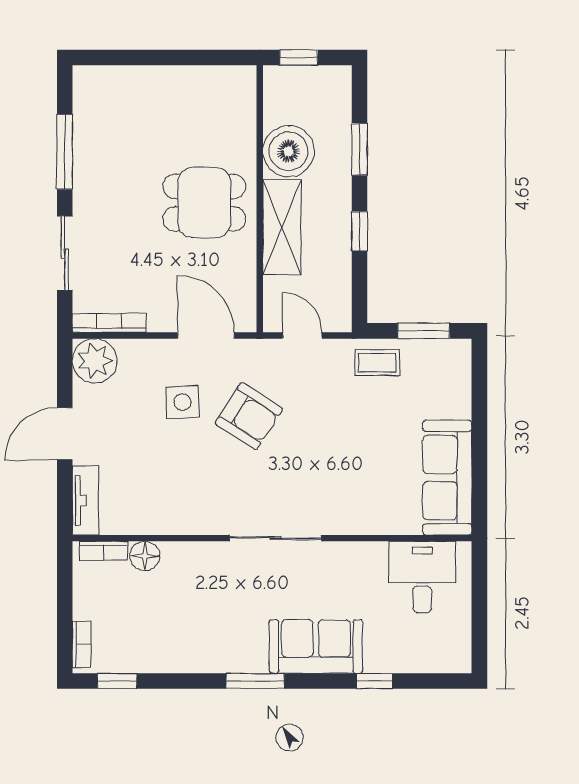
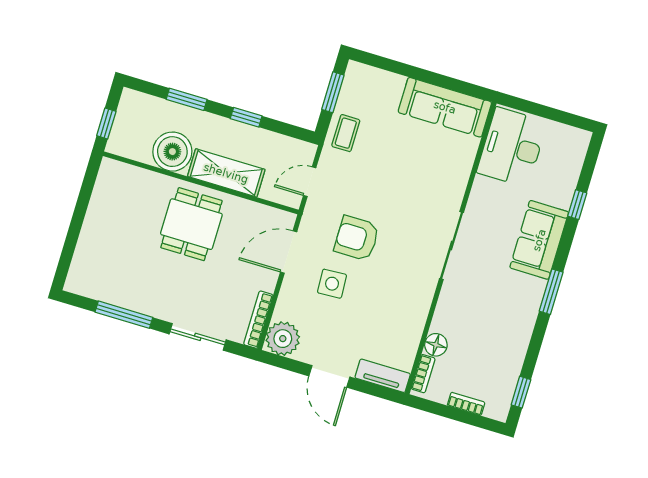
armchair: (249, 416) -> (357, 238), turned -123
desk: (422, 577) -> (512, 147), width x1.37
bookcase: (82, 644) -> (466, 404), moved

